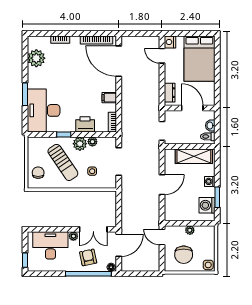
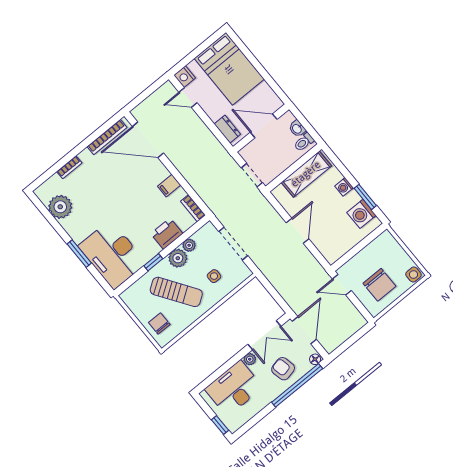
plant: (190, 230) -> (365, 254), removed

